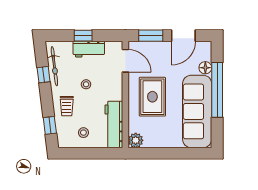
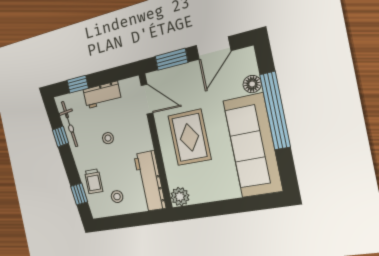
window: (83, 36) -> (78, 84), moved
trolley: (67, 106) -> (94, 181), moved

